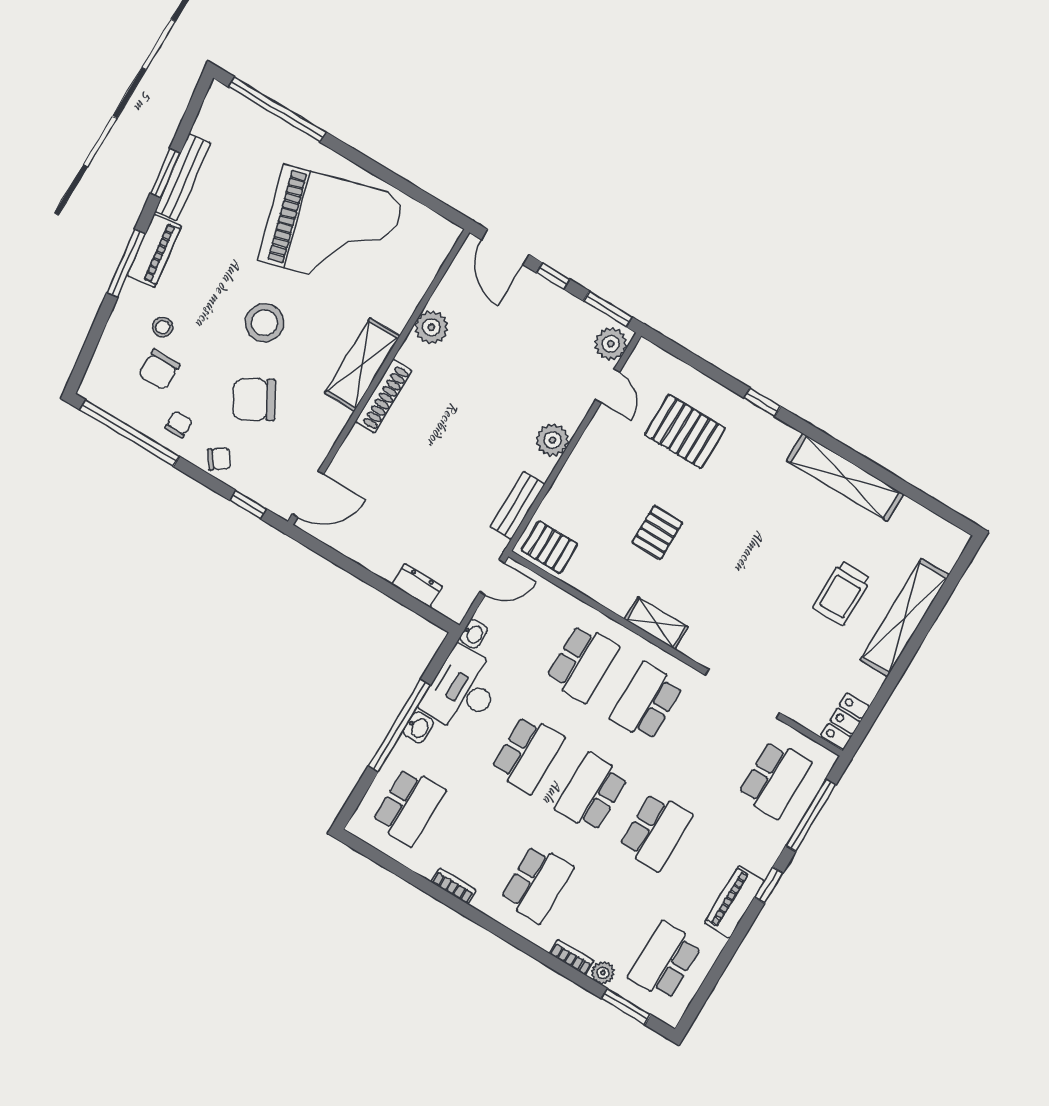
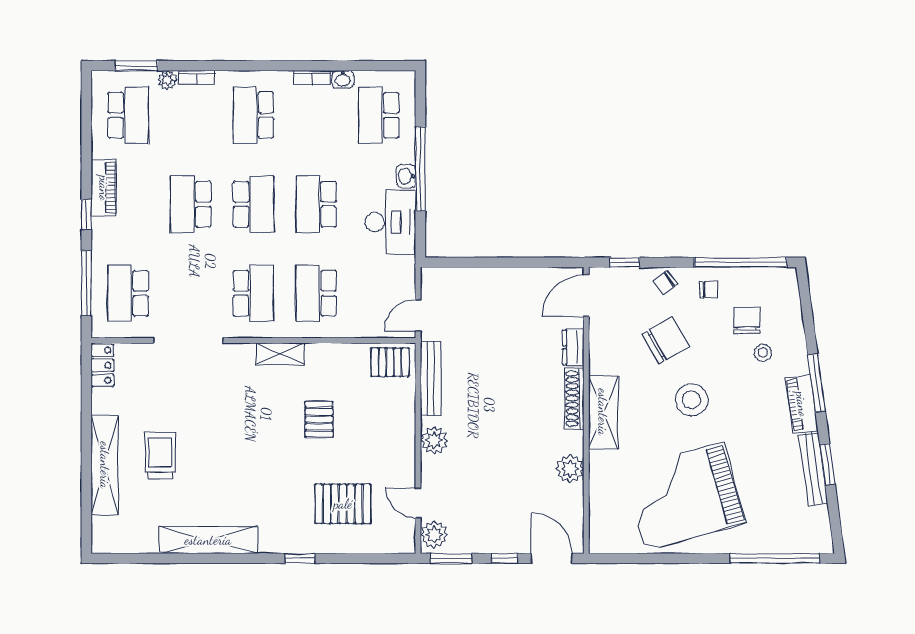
chair: (179, 424) -> (709, 290), turned -90
bench: (518, 506) -> (431, 378), width x1.36
dresser: (417, 585) -> (573, 347), moved, turned 90
washbasin: (474, 634) -> (343, 79), moved, turned -90

